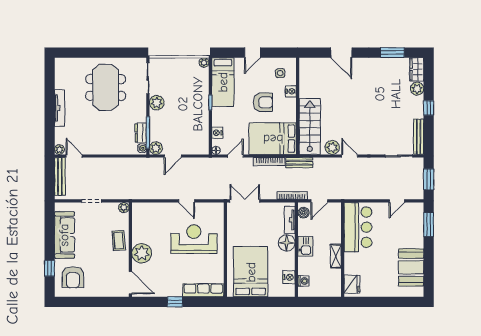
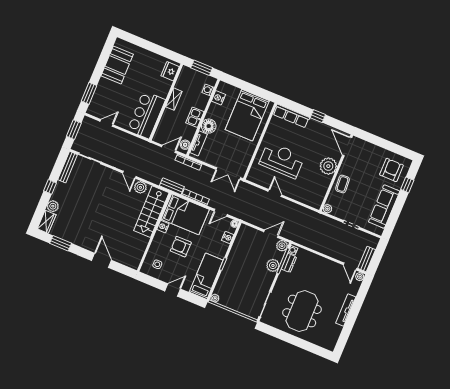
nightstand: (291, 91) -> (163, 227), moved
plant: (157, 103) -> (273, 265), moved
bench: (60, 177) -> (367, 259), width x0.73
reception desk: (194, 239) -> (282, 160), turned 180
window: (320, 302) -> (202, 68), added

